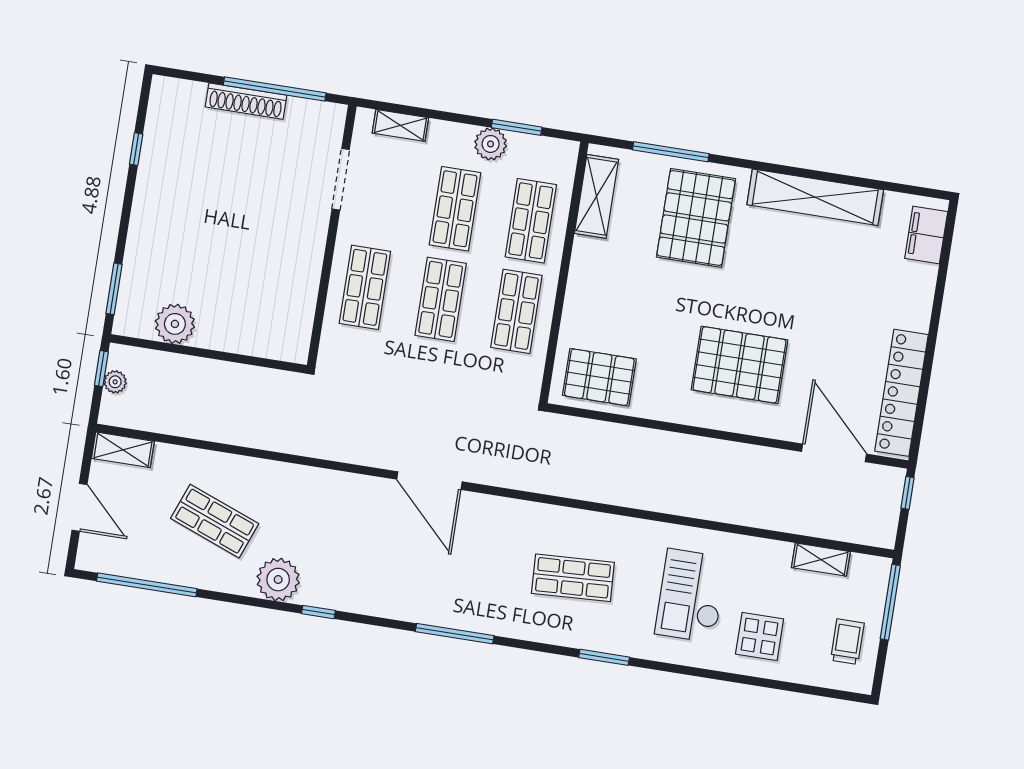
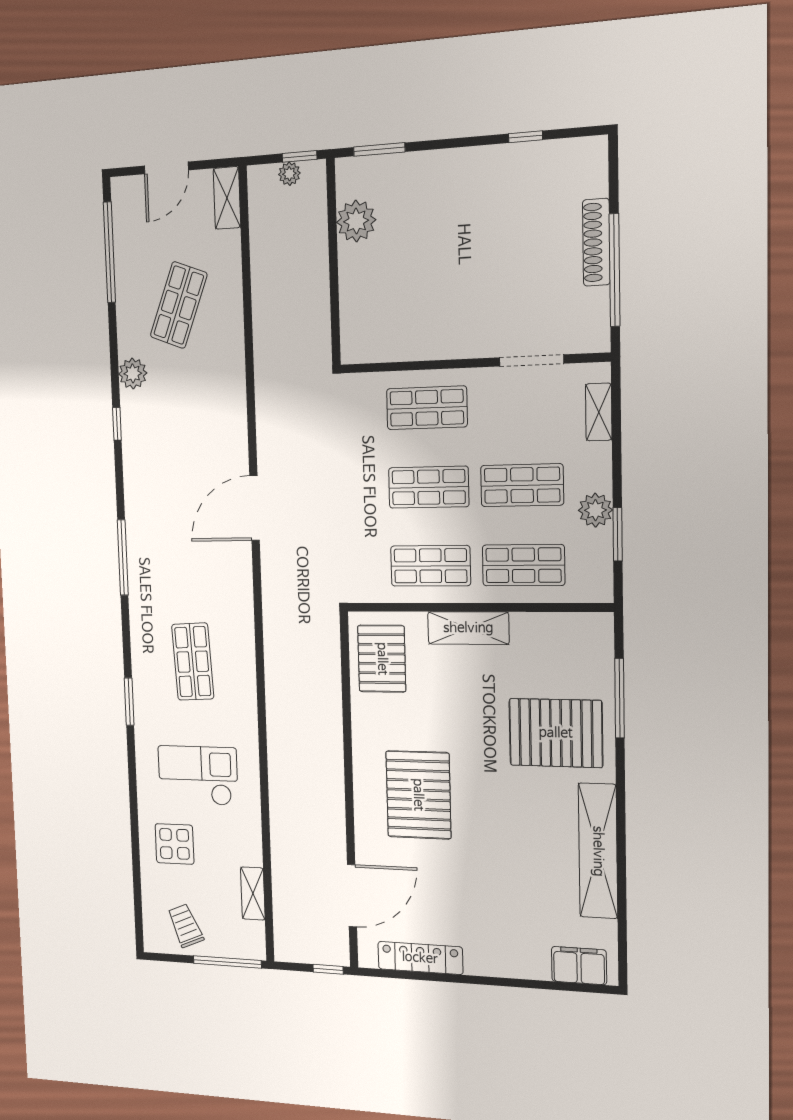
shelving: (597, 196) -> (468, 628), moved
locker: (901, 393) -> (420, 958), width x0.71, depth x0.83
plant: (278, 580) -> (133, 373), width x0.73, depth x0.73
trolley: (847, 642) -> (185, 926), turned -113

